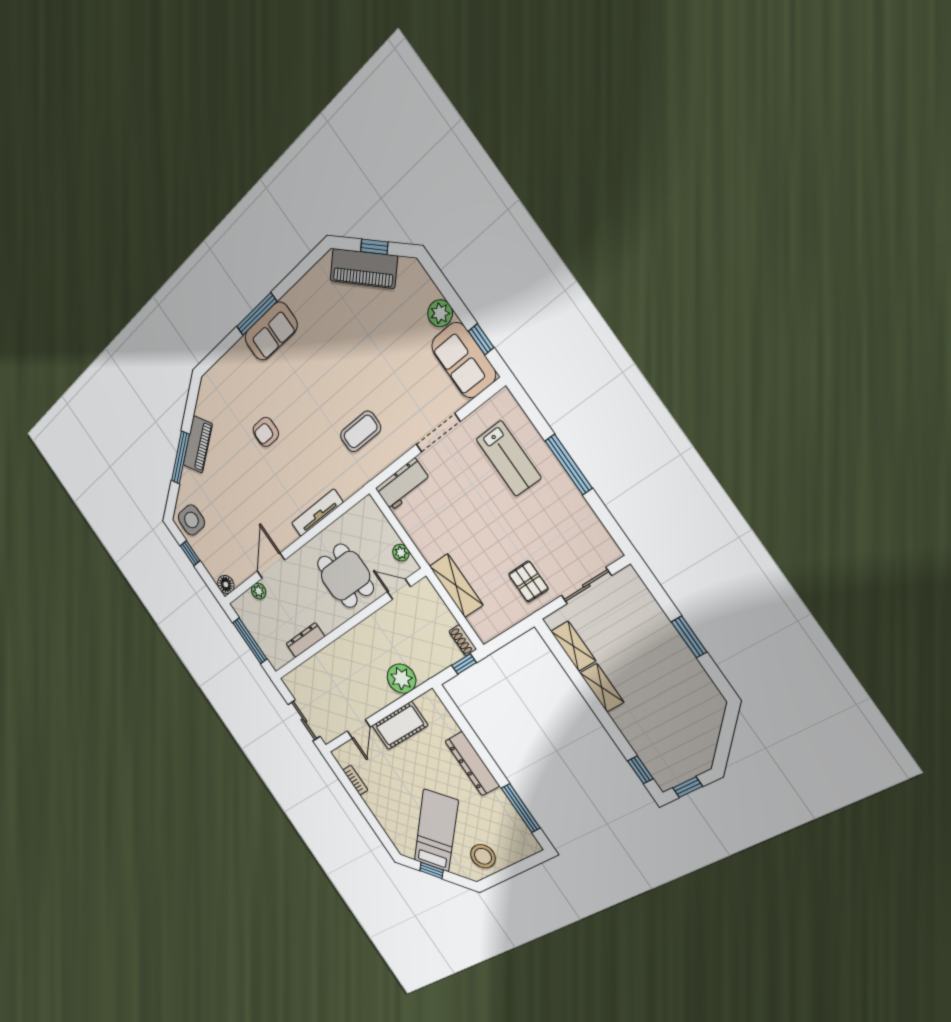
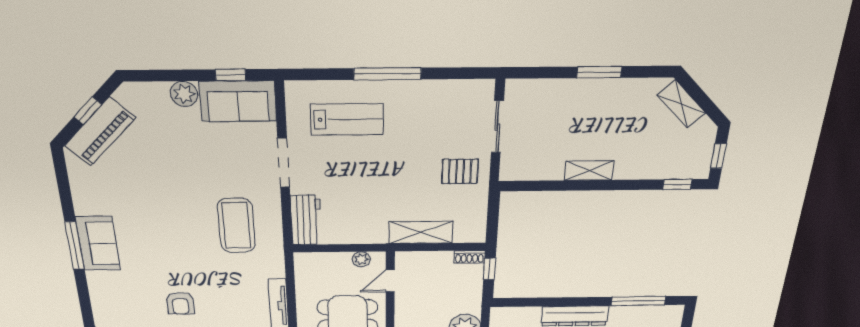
coffee table: (361, 431) -> (236, 225), width x1.36, depth x1.32
shelving: (573, 646) -> (681, 104), moved, turned 45

